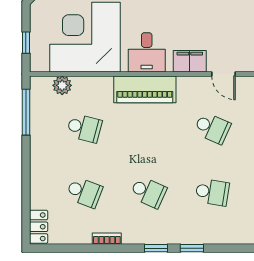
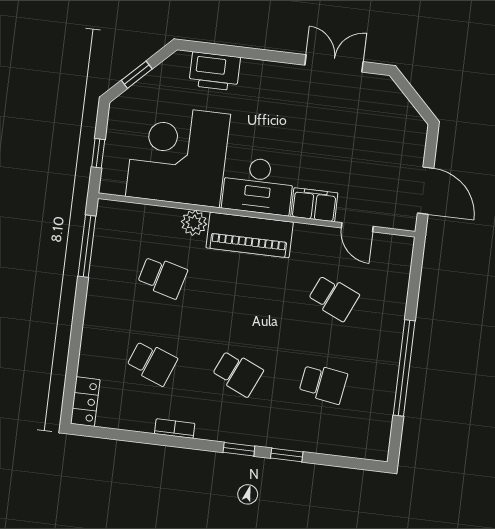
desk: (147, 52) -> (258, 186), width x1.37
plant: (62, 85) -> (194, 223), moved

